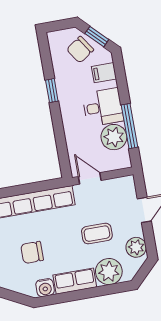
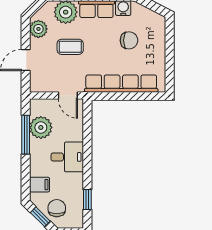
chair: (80, 50) -> (57, 208), turned -56
window: (52, 91) -> (87, 199), moved
desk: (103, 107) -> (67, 157), moved, turned 180

